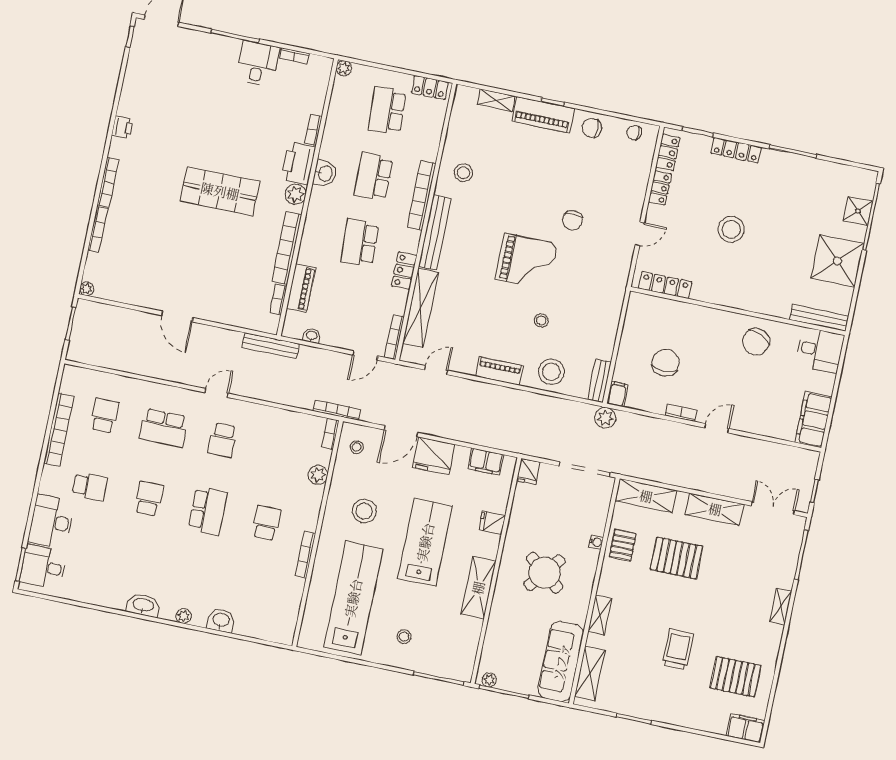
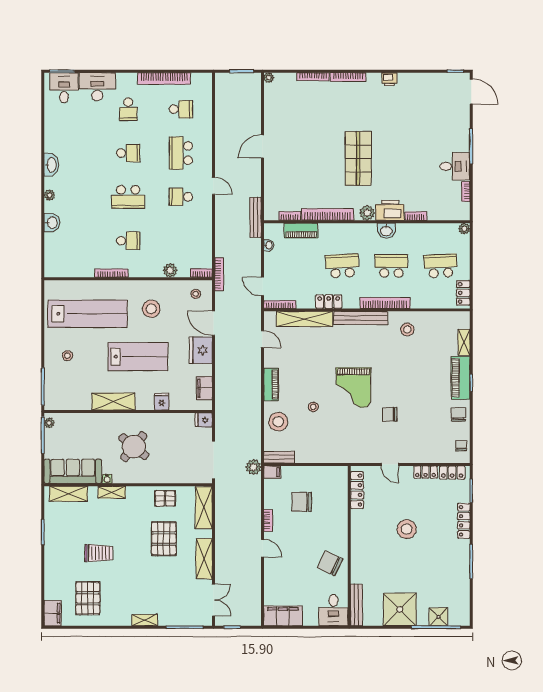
chair: (666, 363) -> (302, 502), turned 180
water cooler: (596, 542) -> (107, 479), moved

